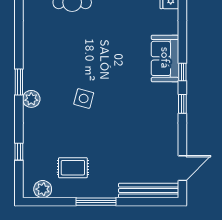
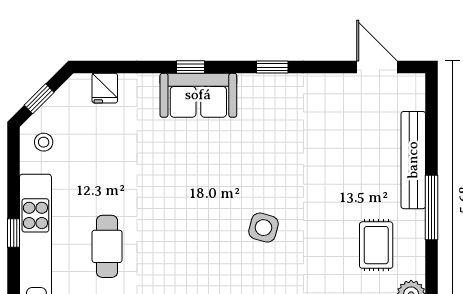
window: (182, 72) -> (191, 67), moved
bench: (149, 190) -> (413, 160), moved

